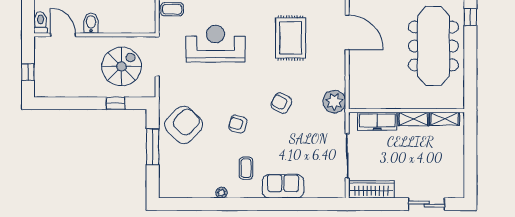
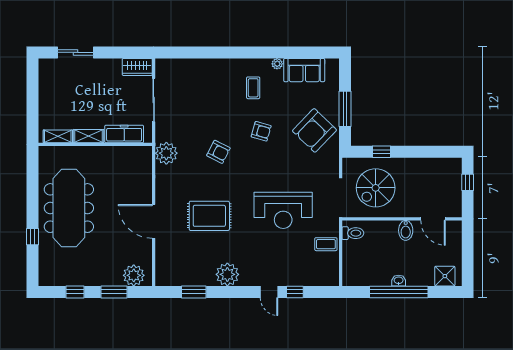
toilet: (41, 22) -> (353, 233), moved, turned -90
rug: (291, 38) -> (209, 216), turned 90
sofa: (283, 186) -> (304, 70), moved
wardrobe: (371, 189) -> (137, 67), width x0.67

